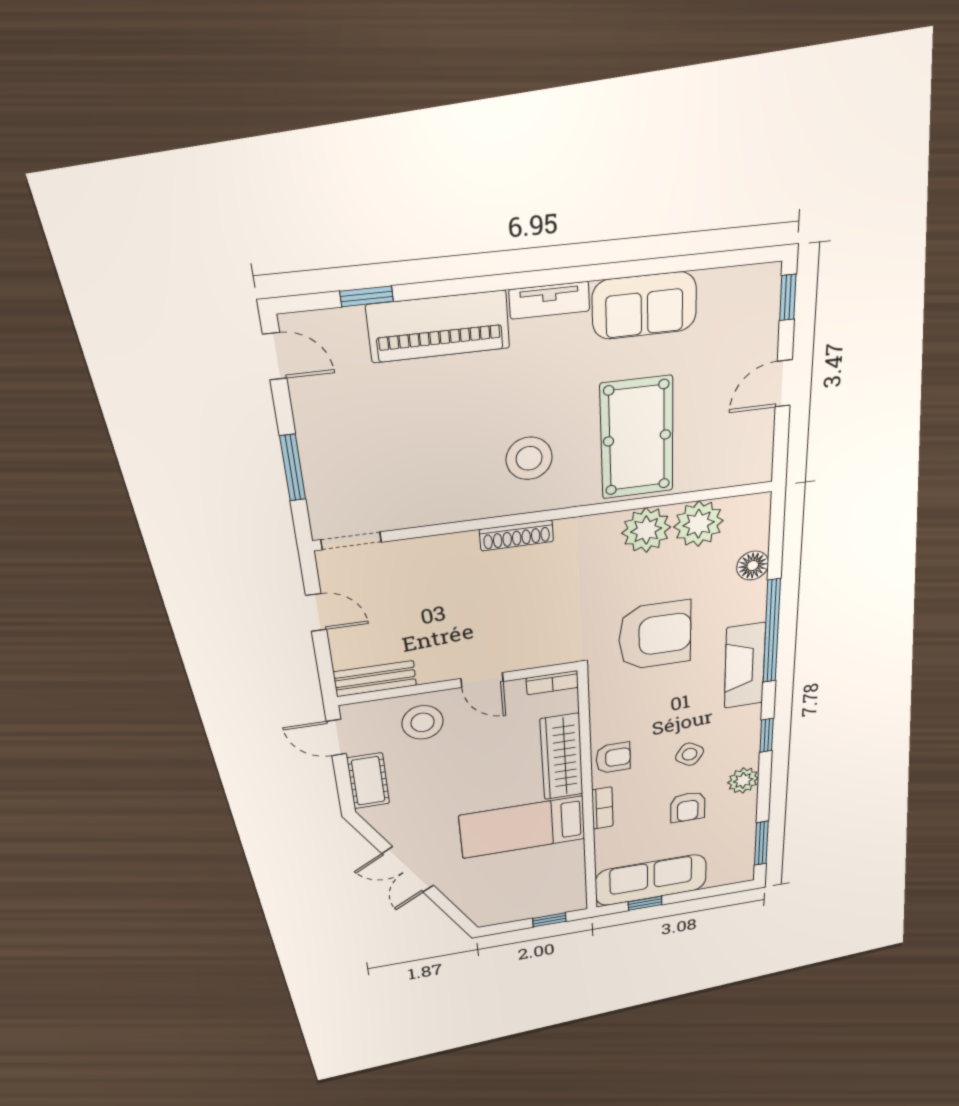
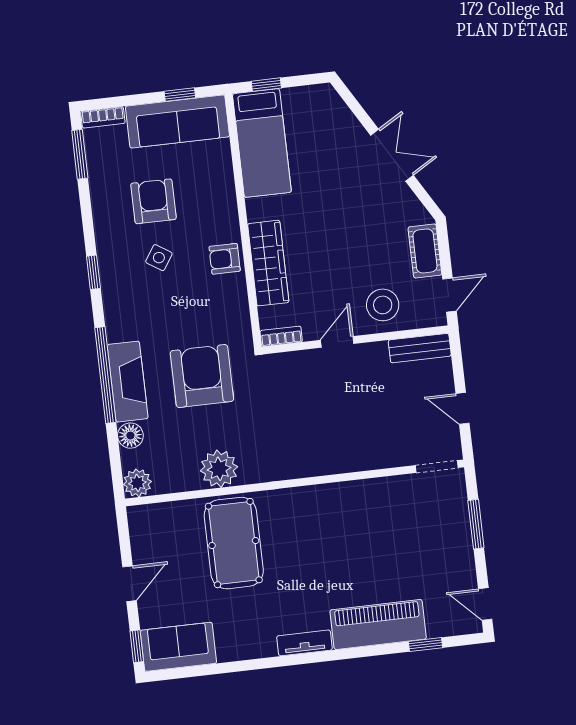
sofa: (644, 305) -> (178, 647), moved
stool: (529, 458) -> (311, 528), removed
plant: (699, 524) -> (137, 483), moved, width x0.73, depth x0.73
shoe rack: (517, 535) -> (317, 467), removed
armchair: (655, 635) -> (202, 376), turned 90
fireplace: (745, 666) -> (128, 382), moved
door: (482, 680) -> (337, 342), hinge flipped
door: (336, 738) -> (449, 295), hinge flipped
plant: (743, 780) -> (107, 226), removed
armchair: (688, 807) -> (154, 201), width x1.38, depth x1.38
bookcase: (602, 808) -> (103, 117), moved, turned -90
bed: (523, 827) -> (262, 143), moved, turned 90

